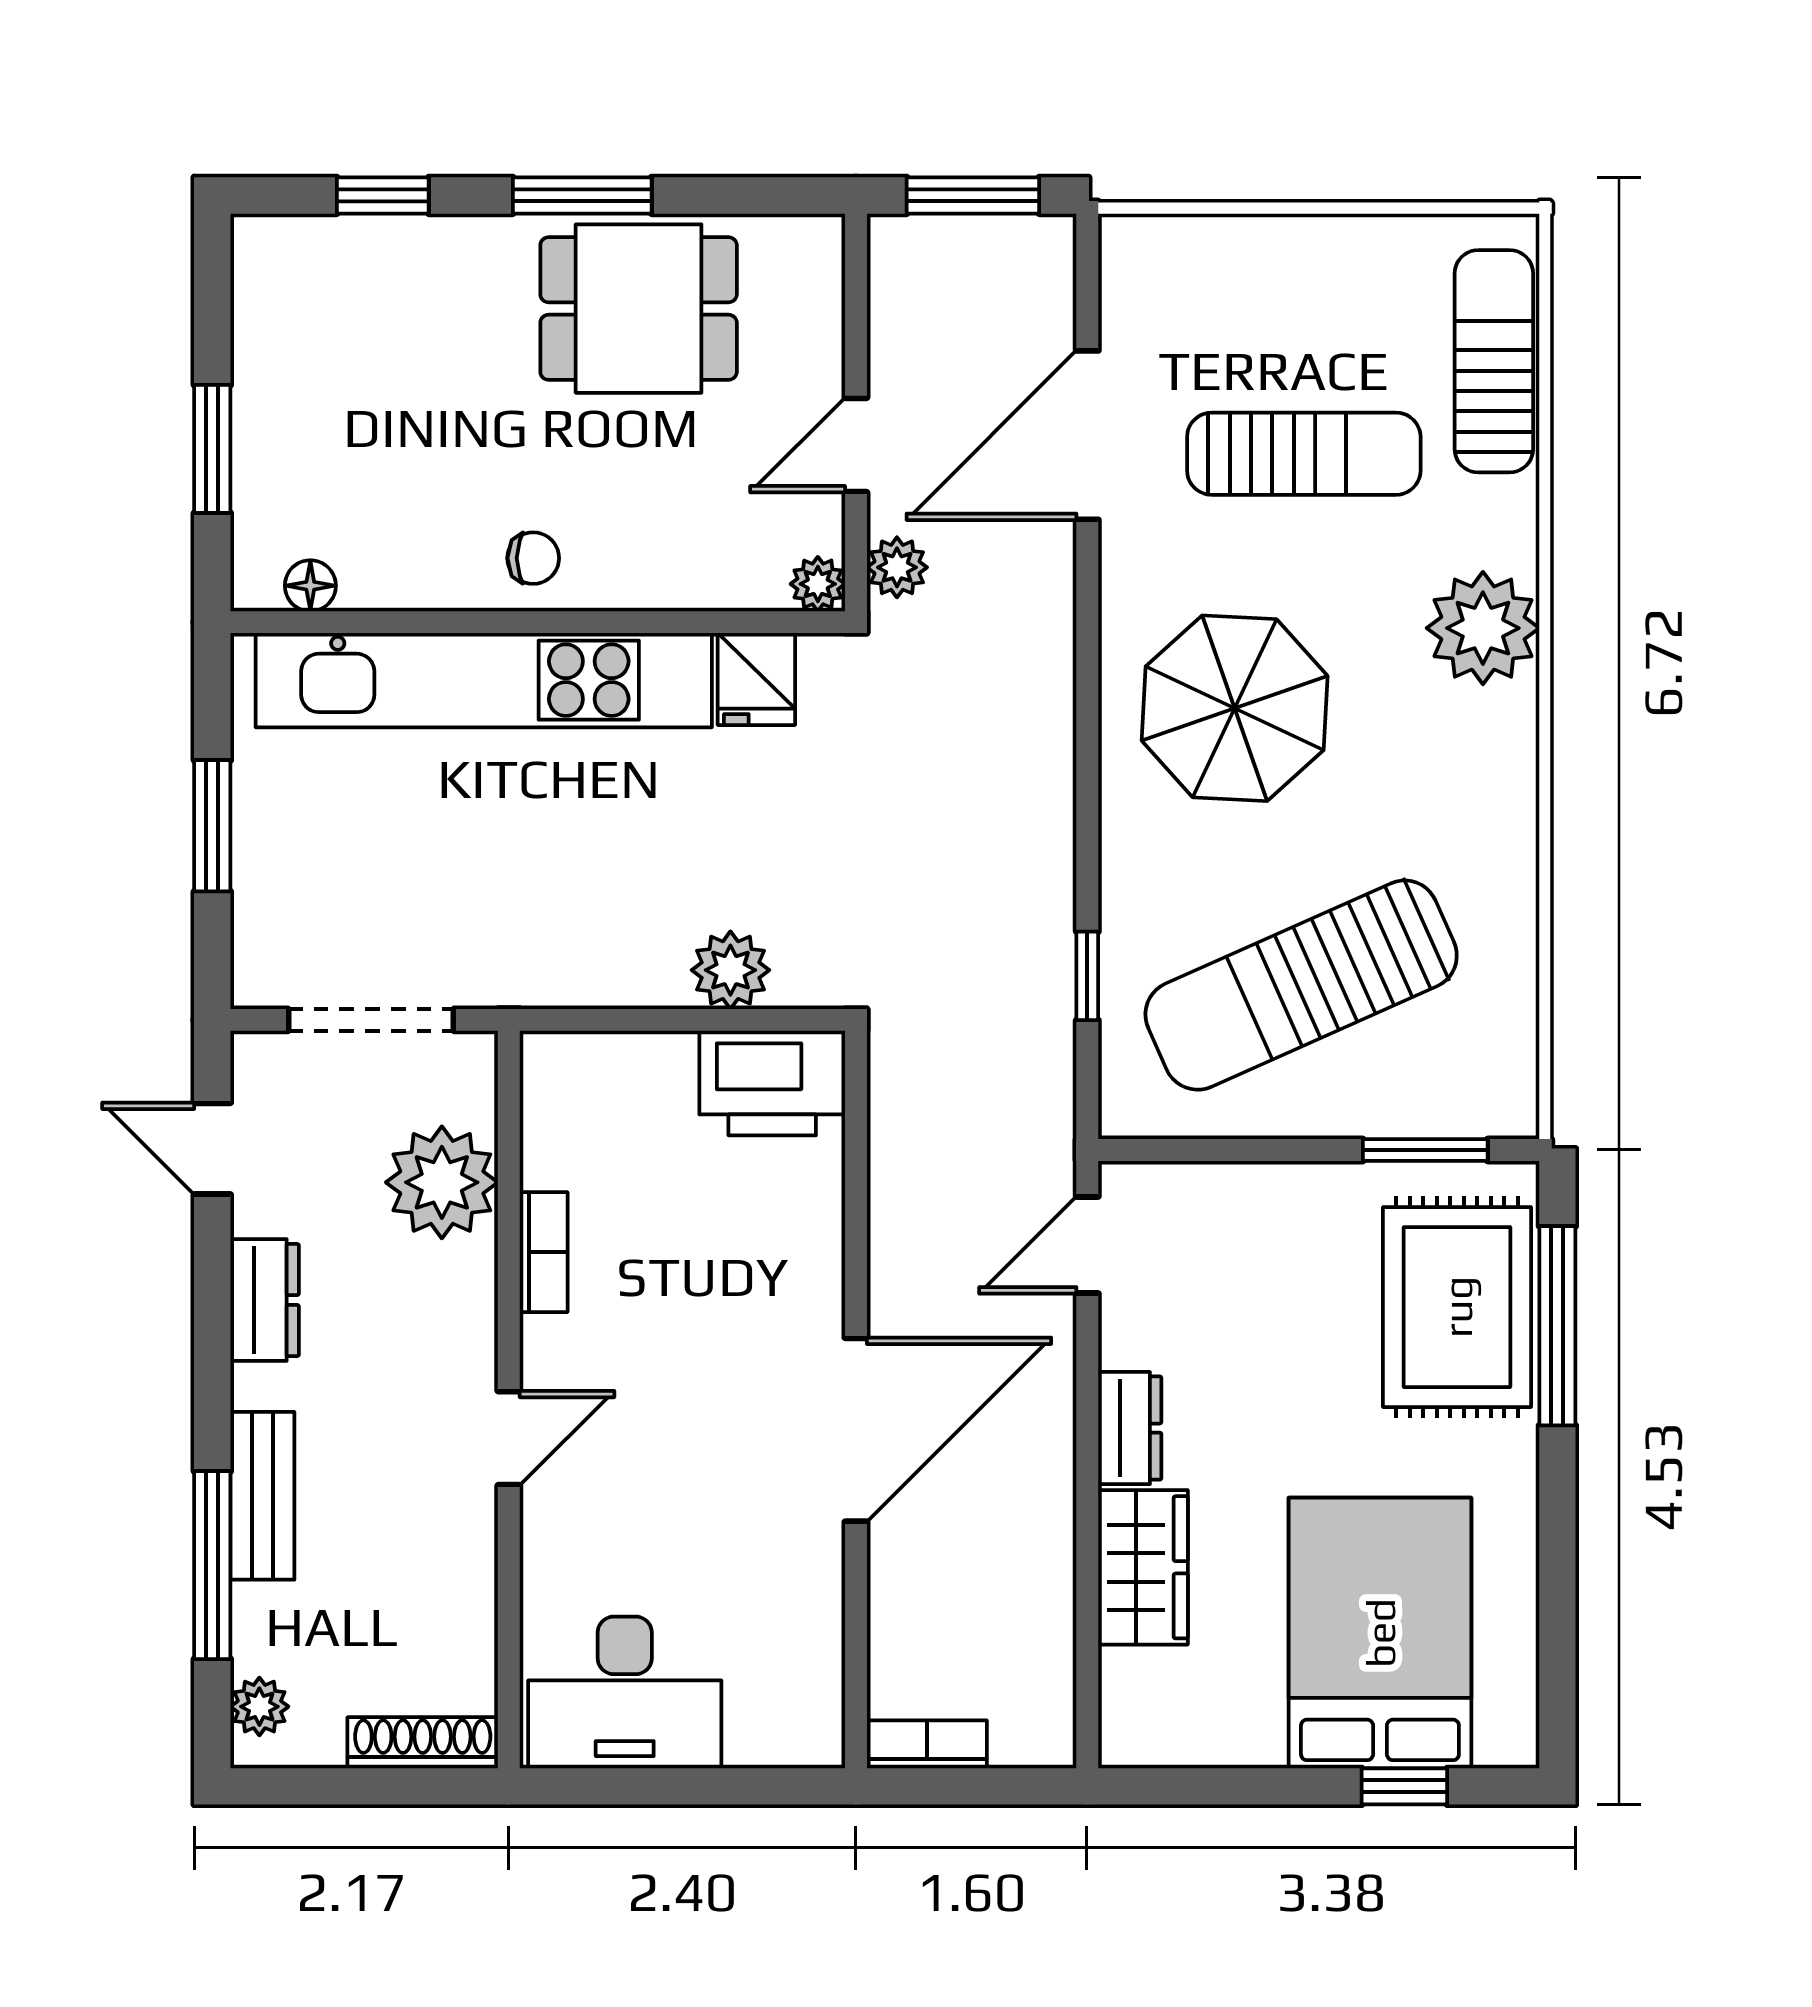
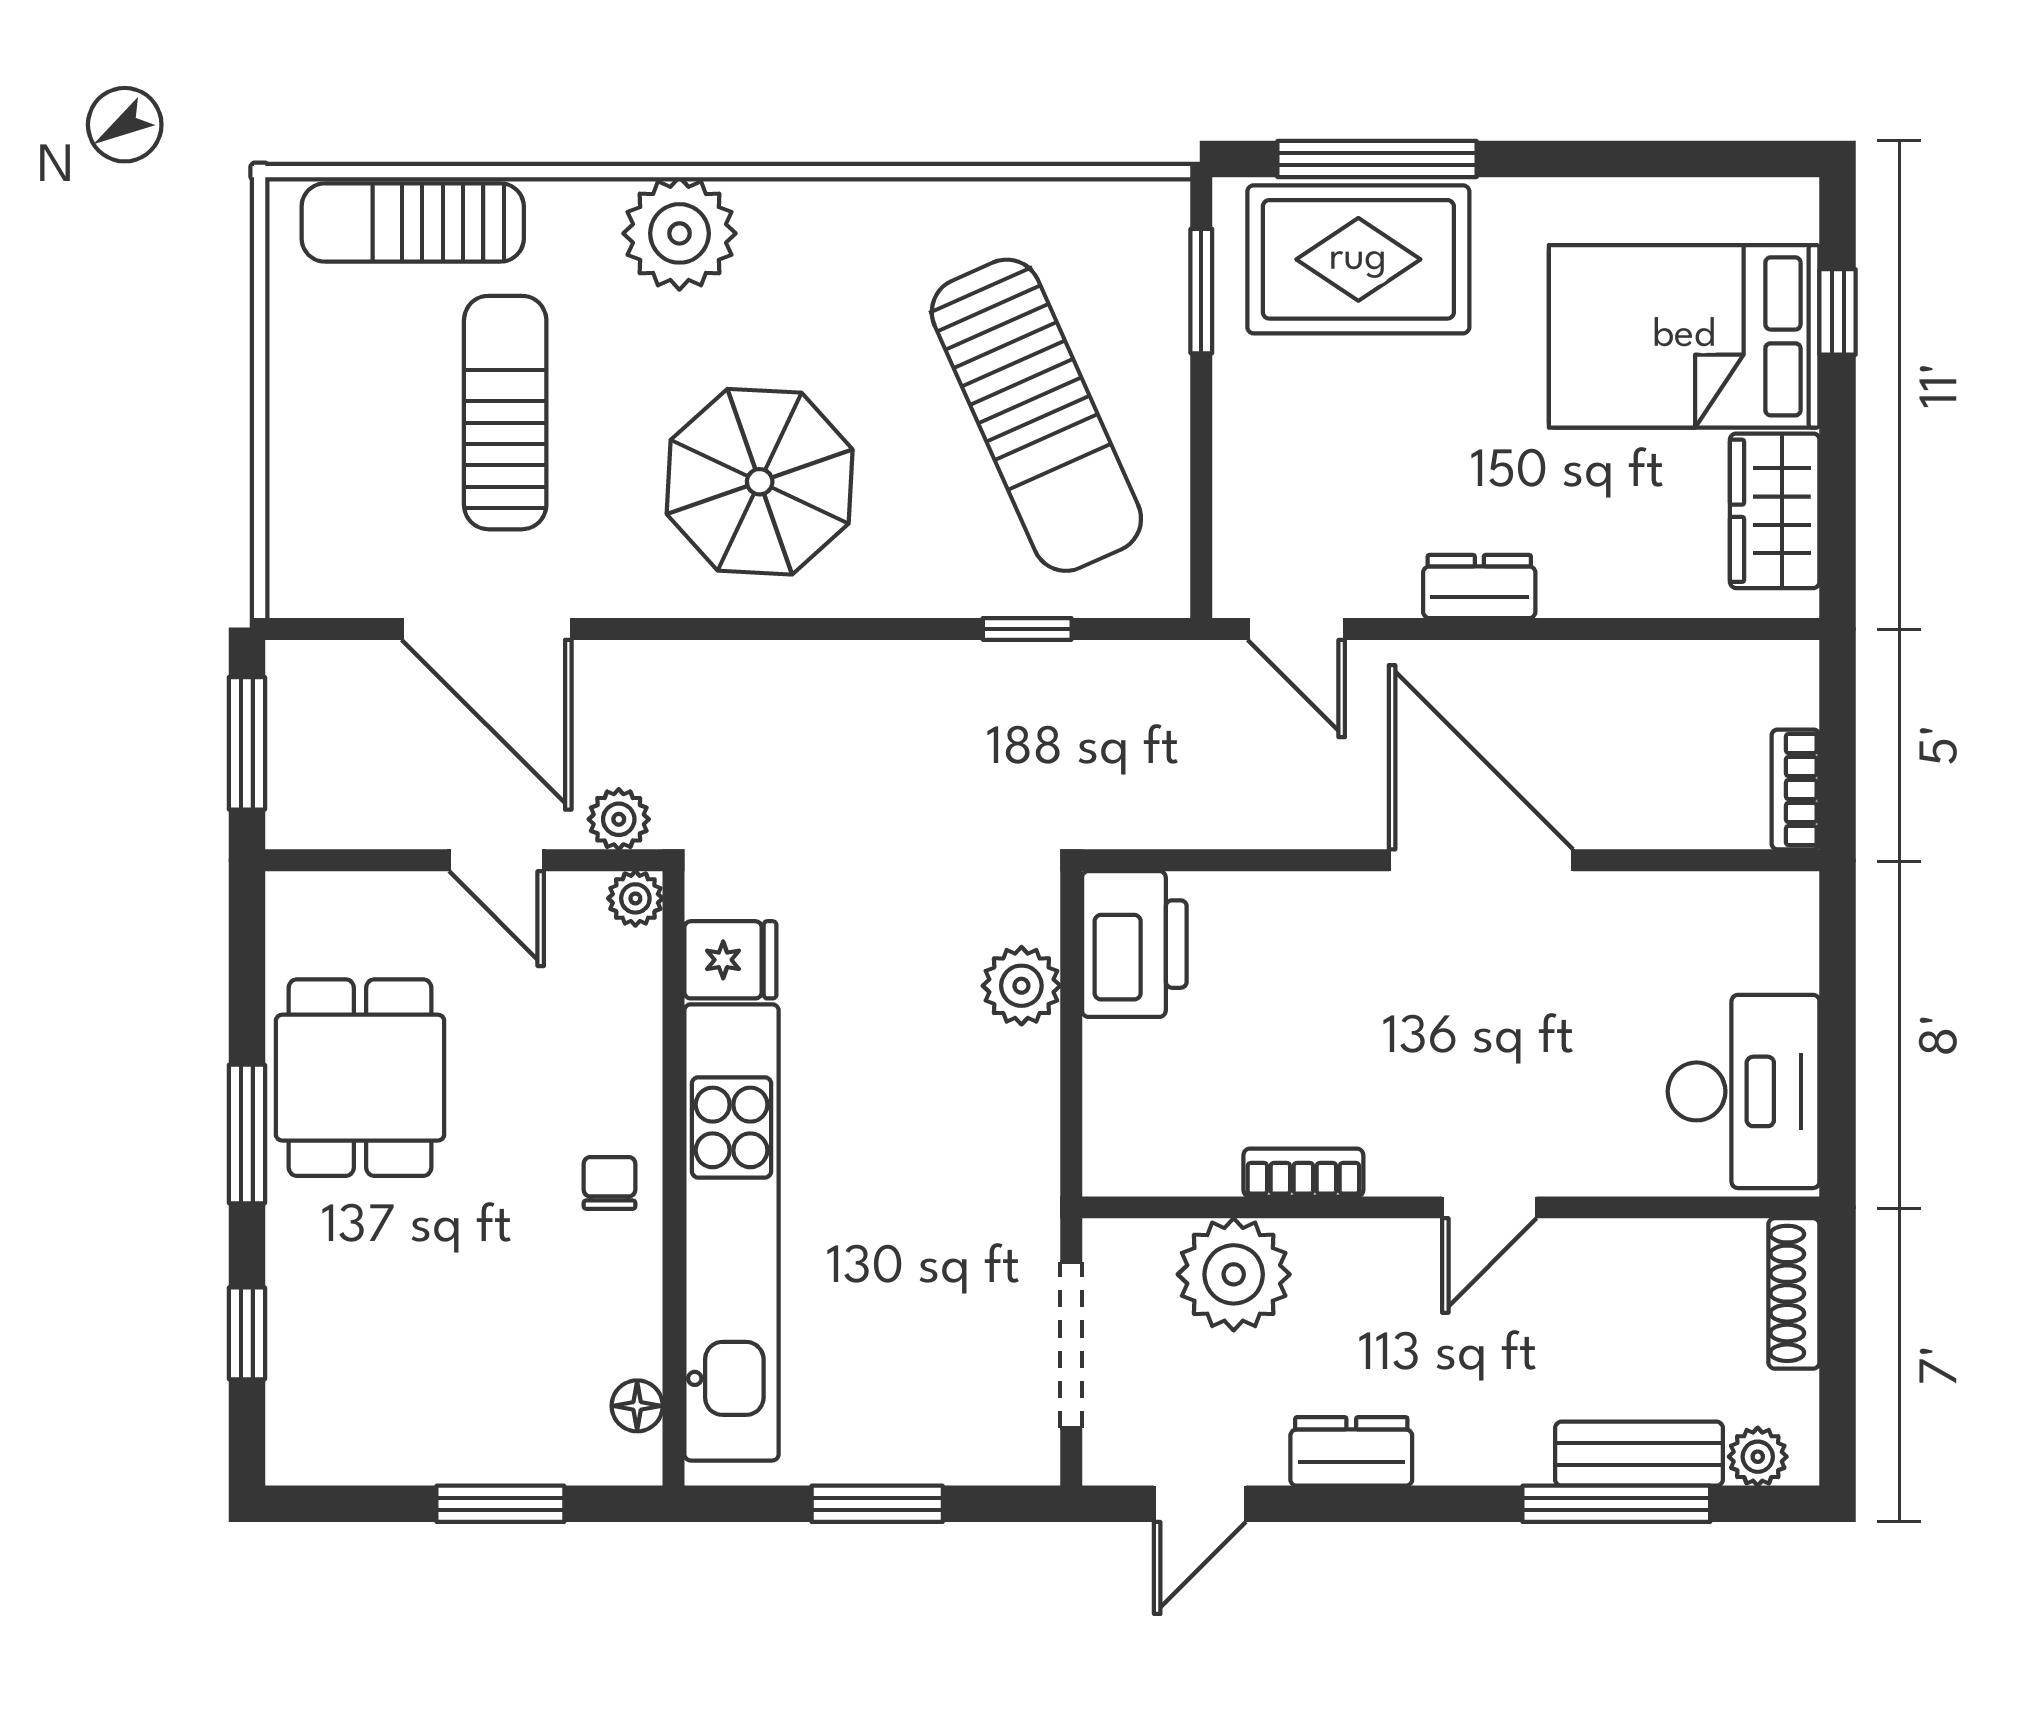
door: (509, 1438) -> (1489, 1207), swing flipped
bench: (262, 1496) -> (1639, 1454), moved
wardrobe: (1143, 1567) -> (1775, 511), moved, turned -90

